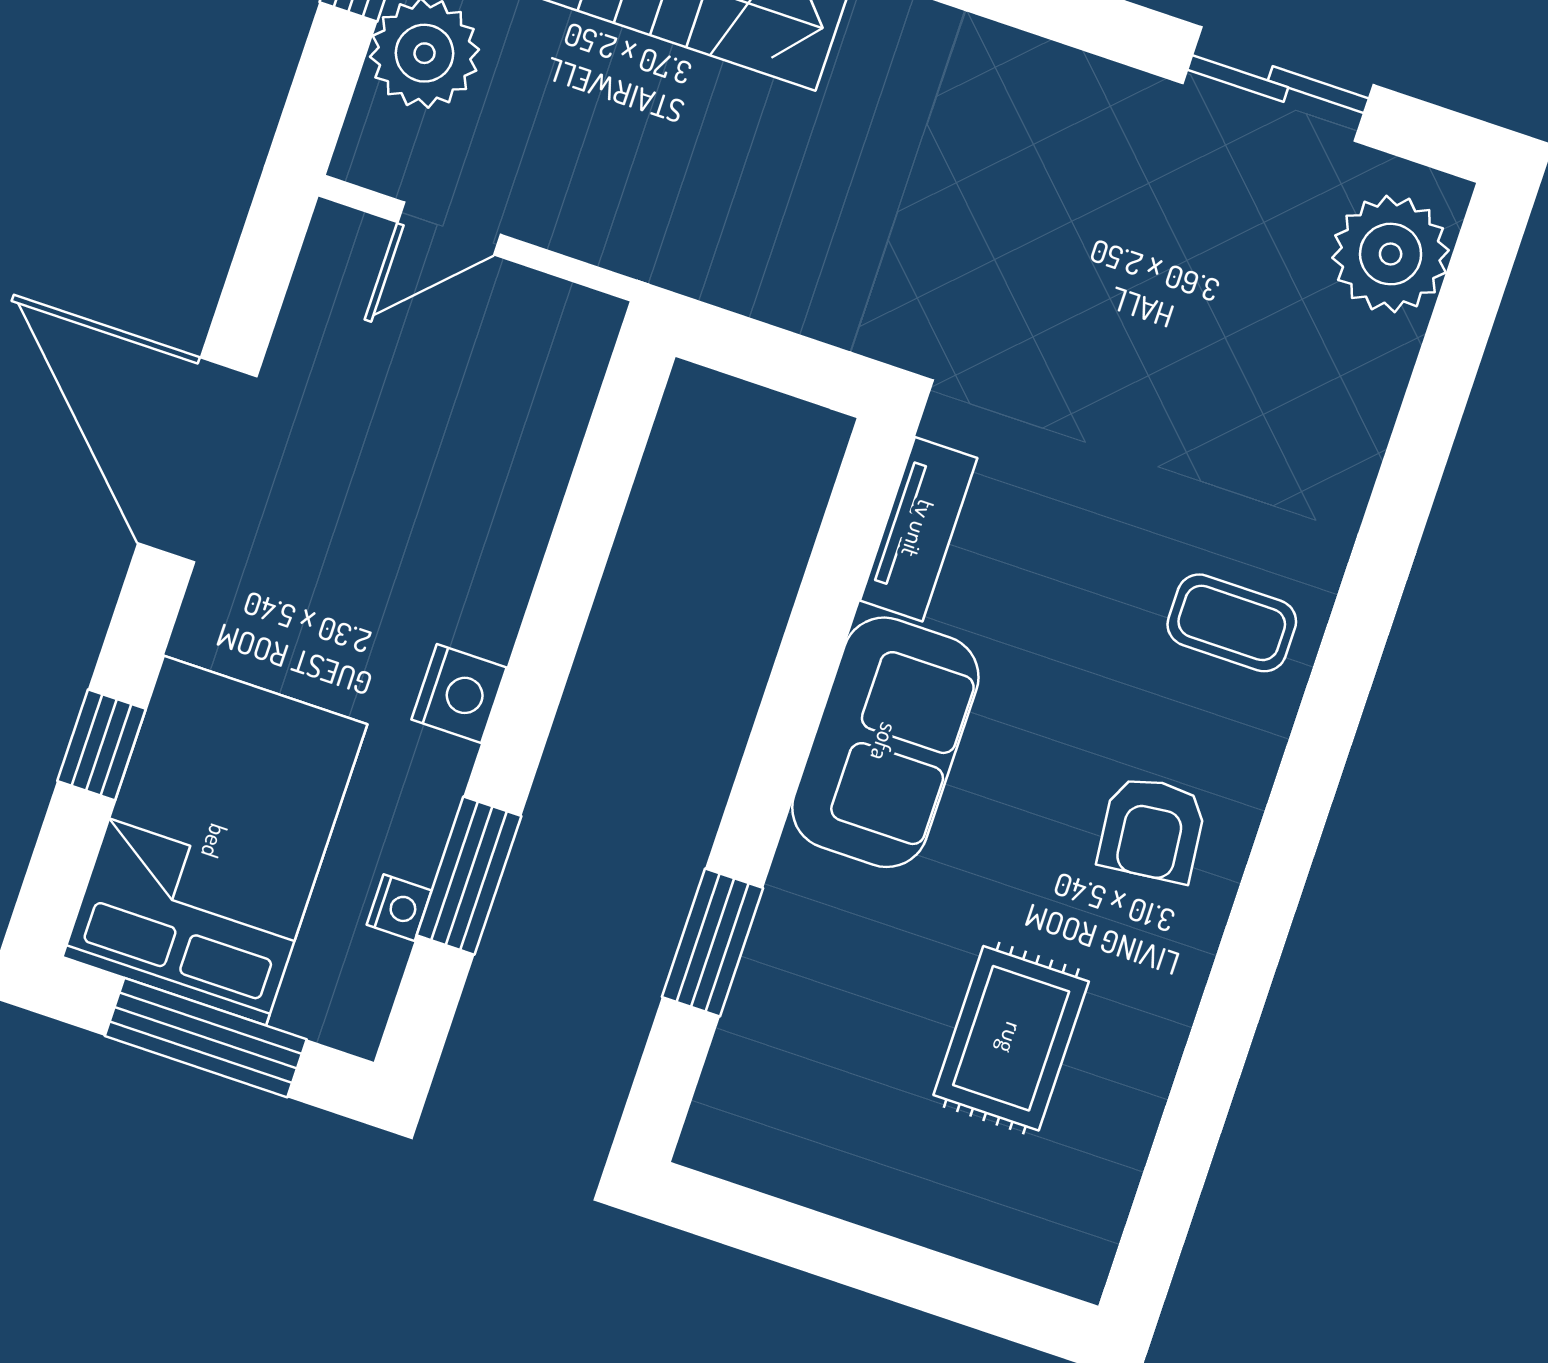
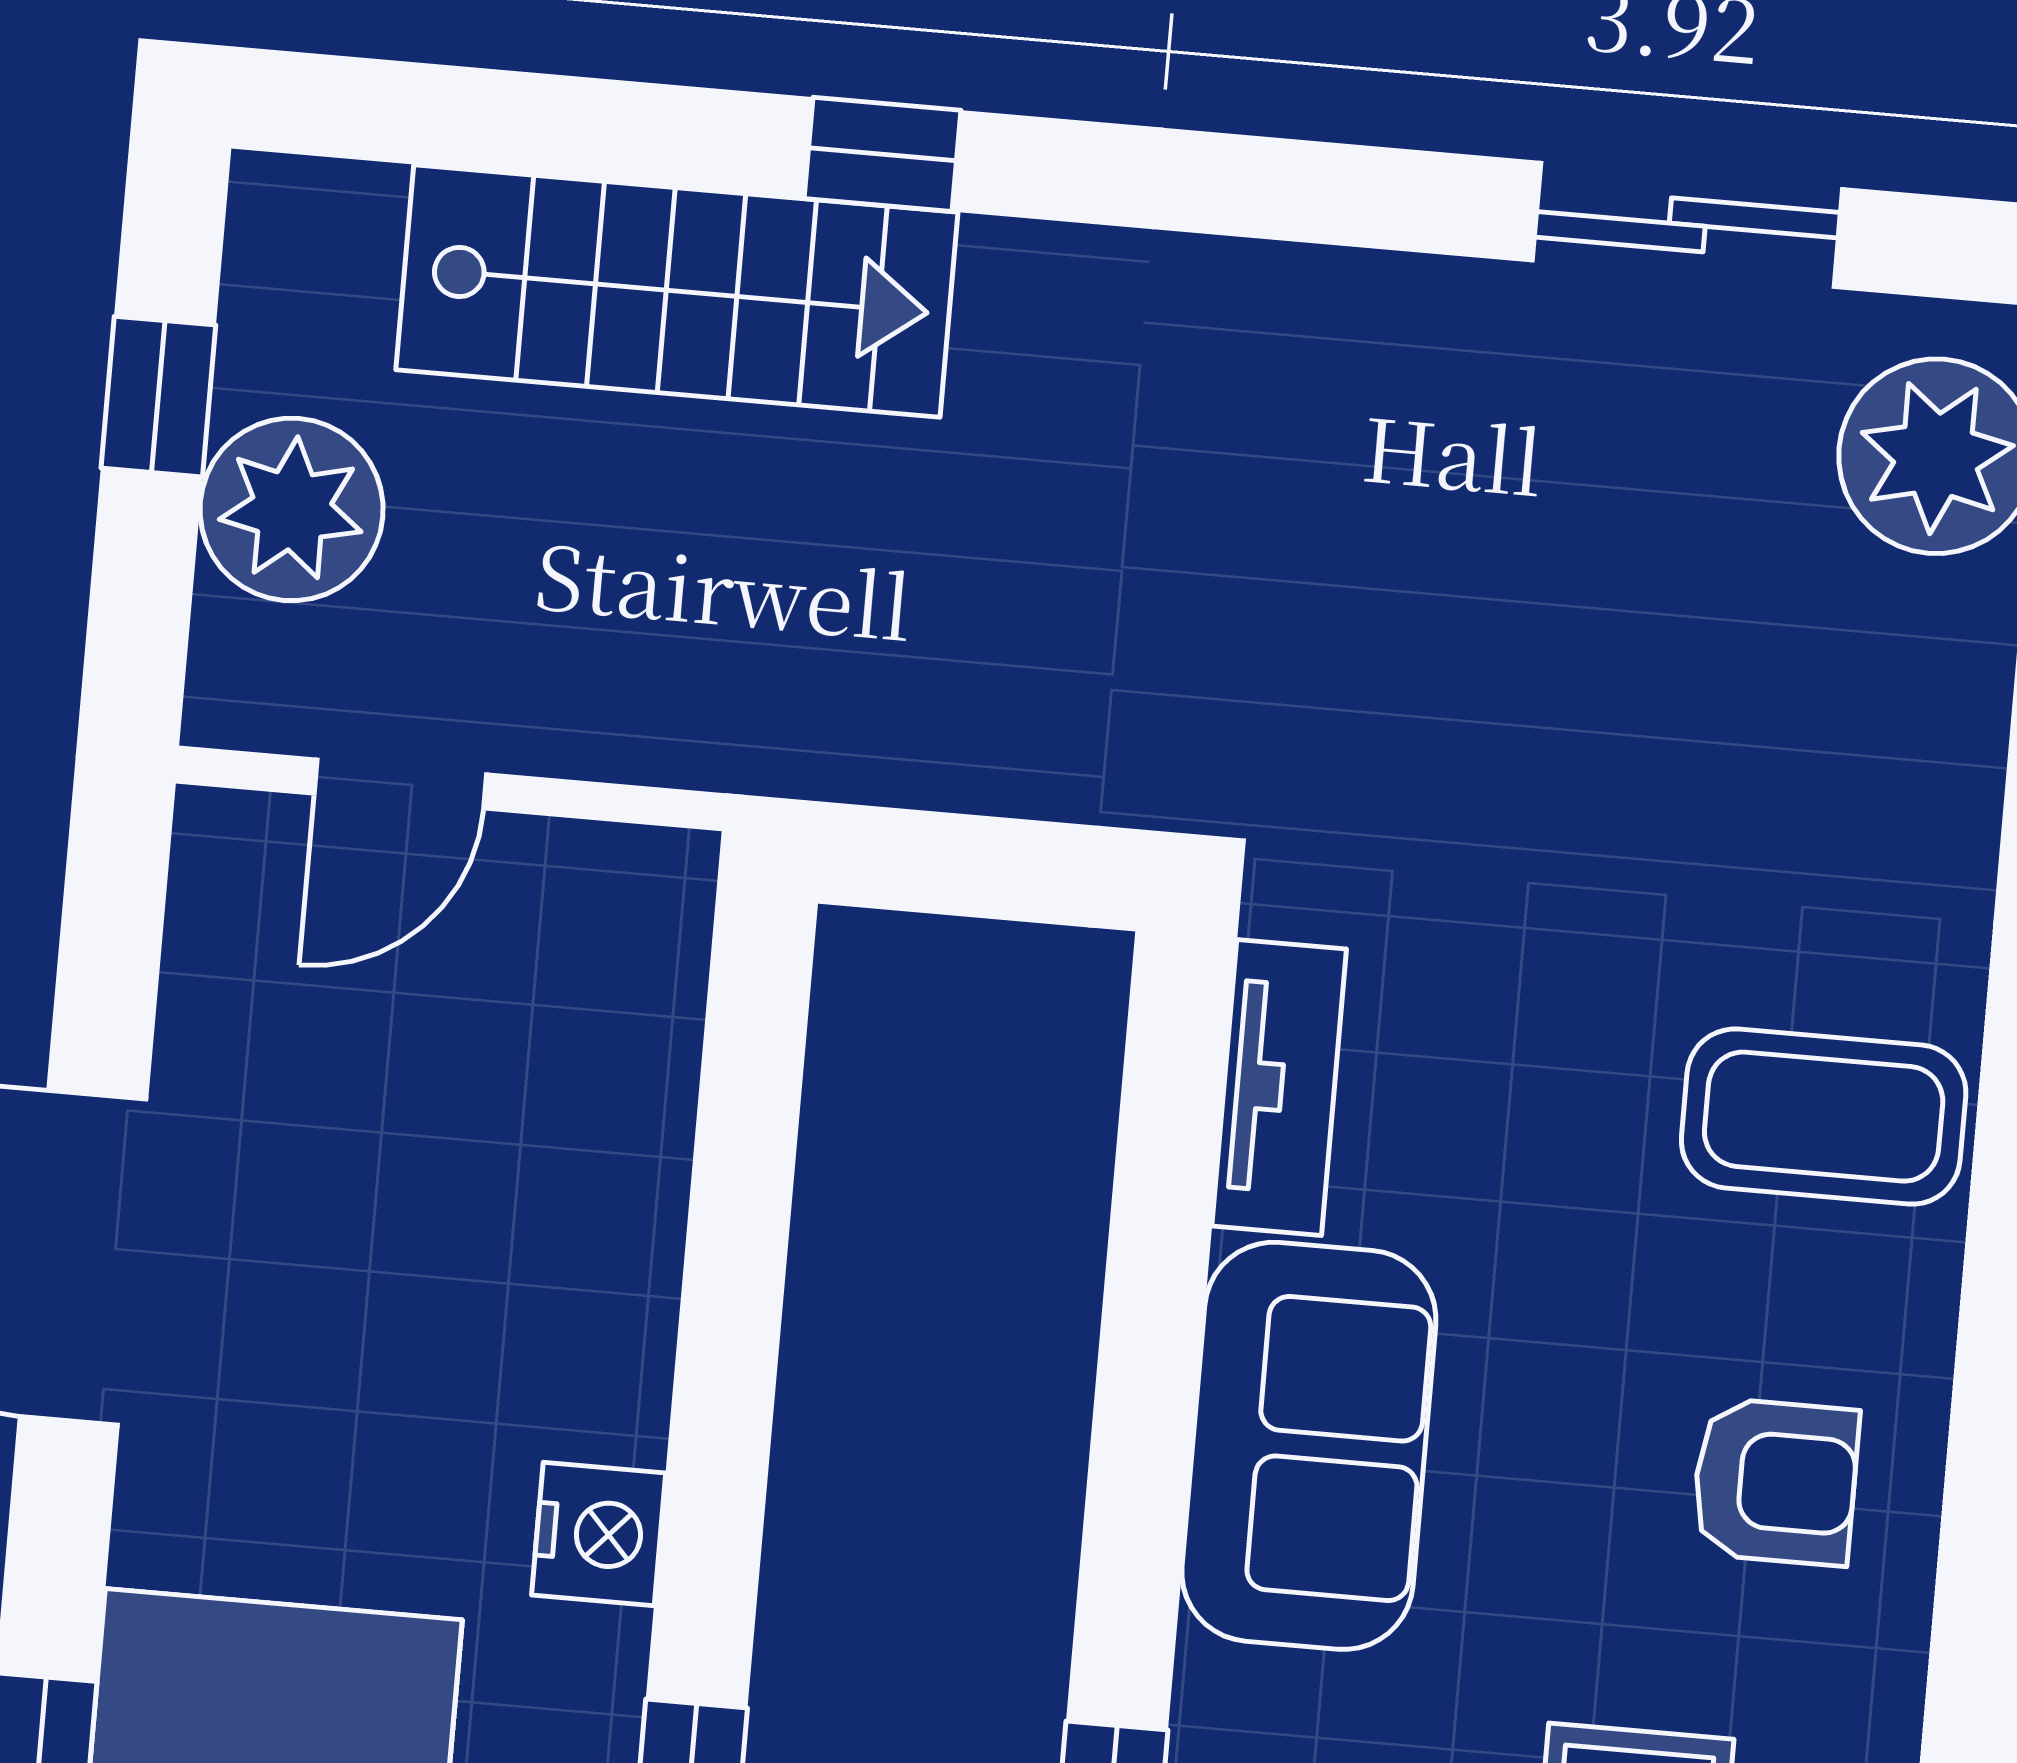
coffee table: (1232, 623) -> (1824, 1117), width x1.36, depth x1.30
armchair: (1152, 829) -> (1775, 1482), turned -84

